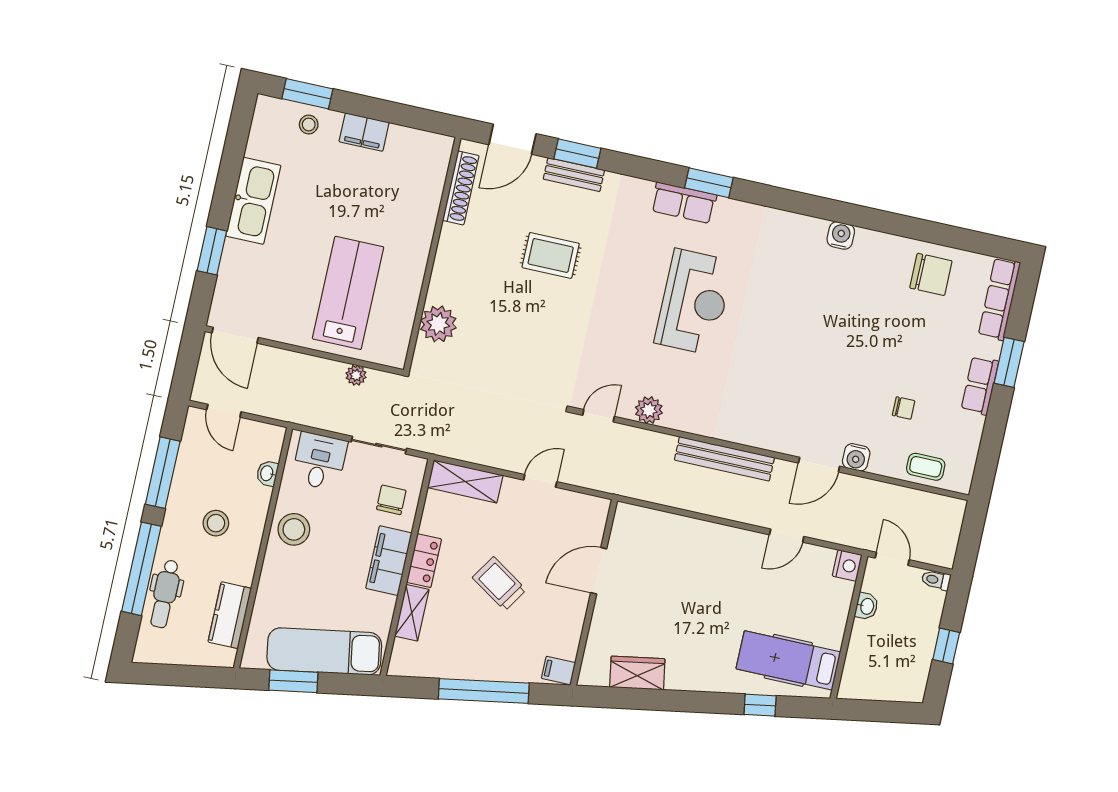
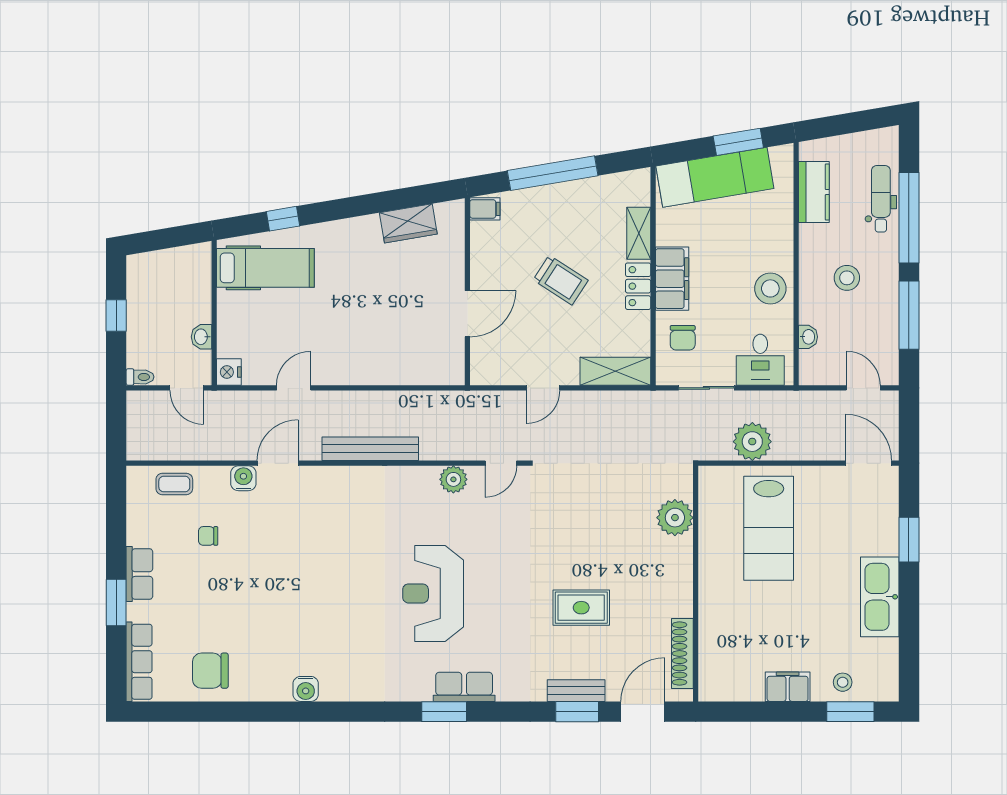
plant: (356, 375) -> (752, 442), width x1.88, depth x1.88

